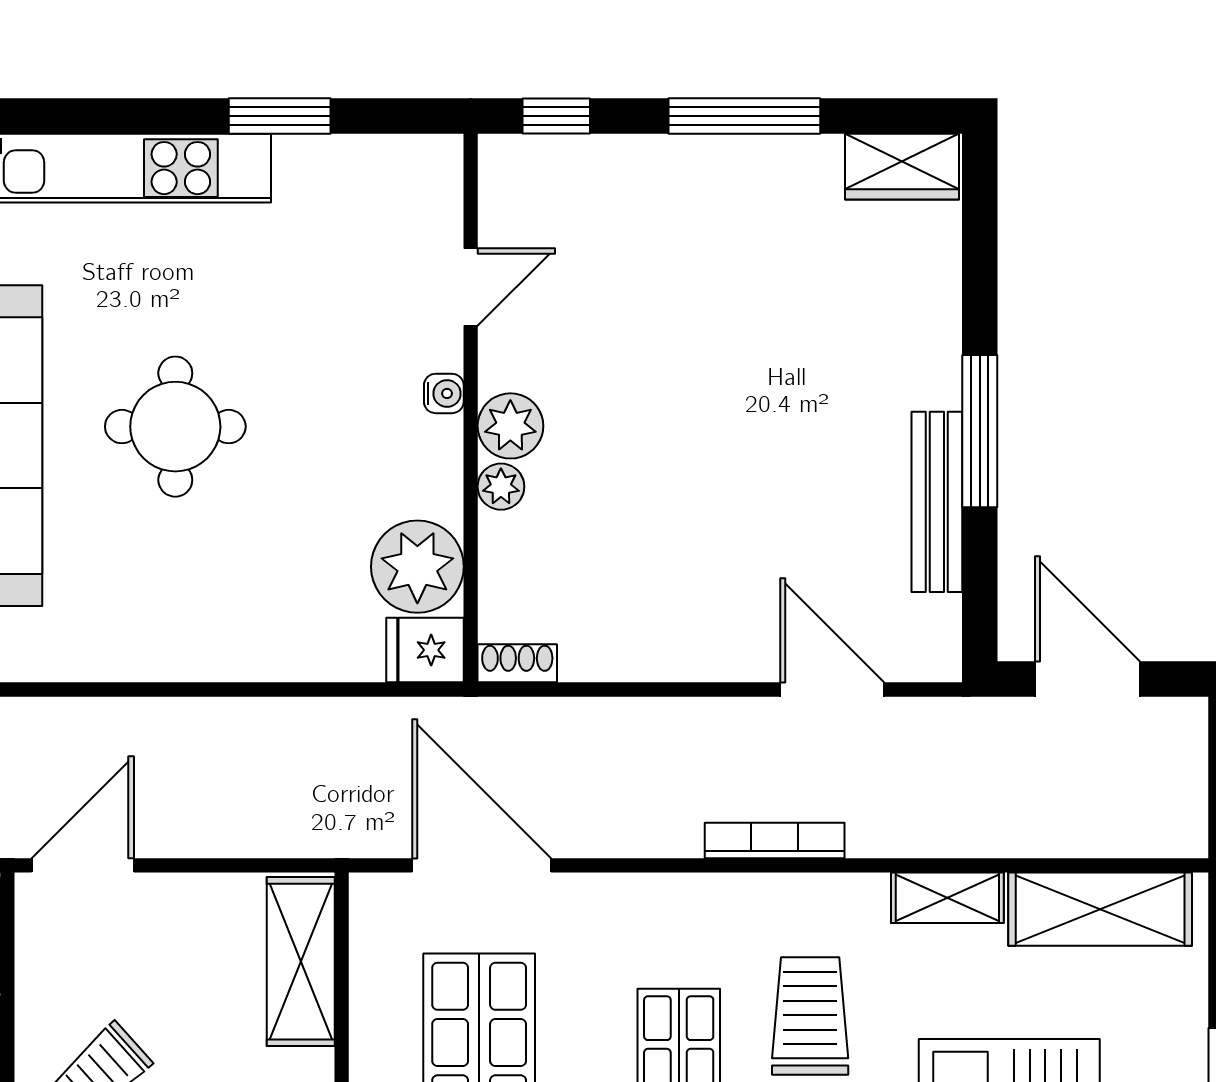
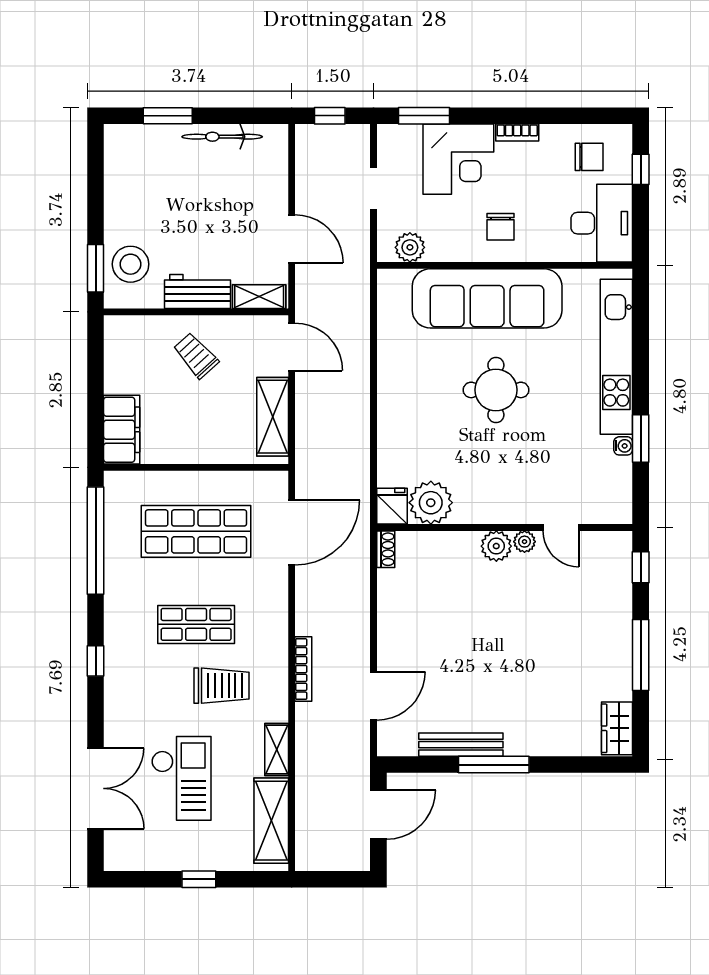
water cooler: (444, 393) -> (623, 446), moved, turned -90
plant: (501, 487) -> (524, 542), moved
shelving: (301, 962) -> (273, 417), moved, turned 90

